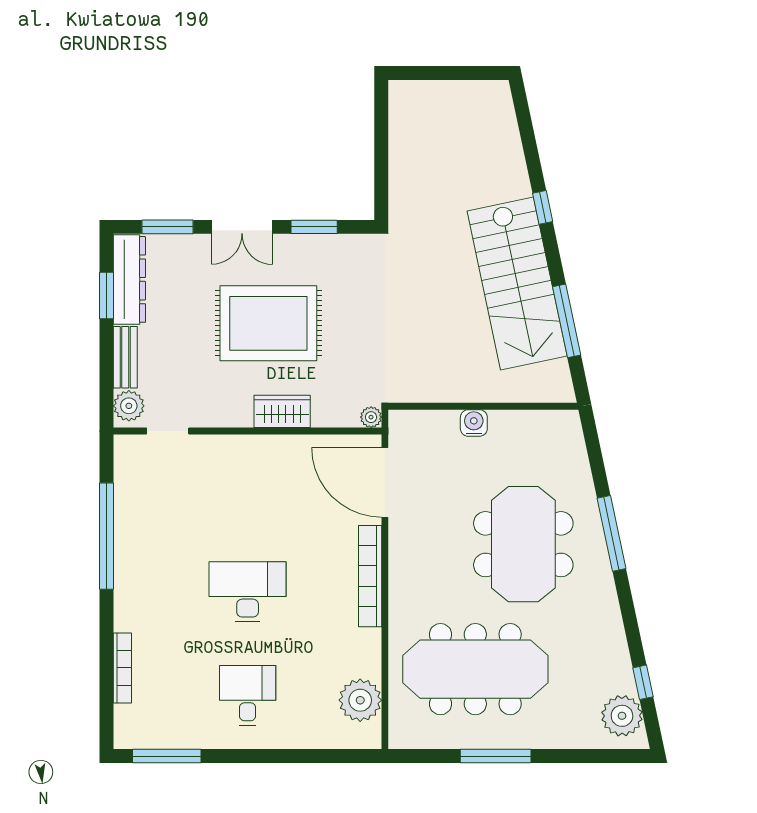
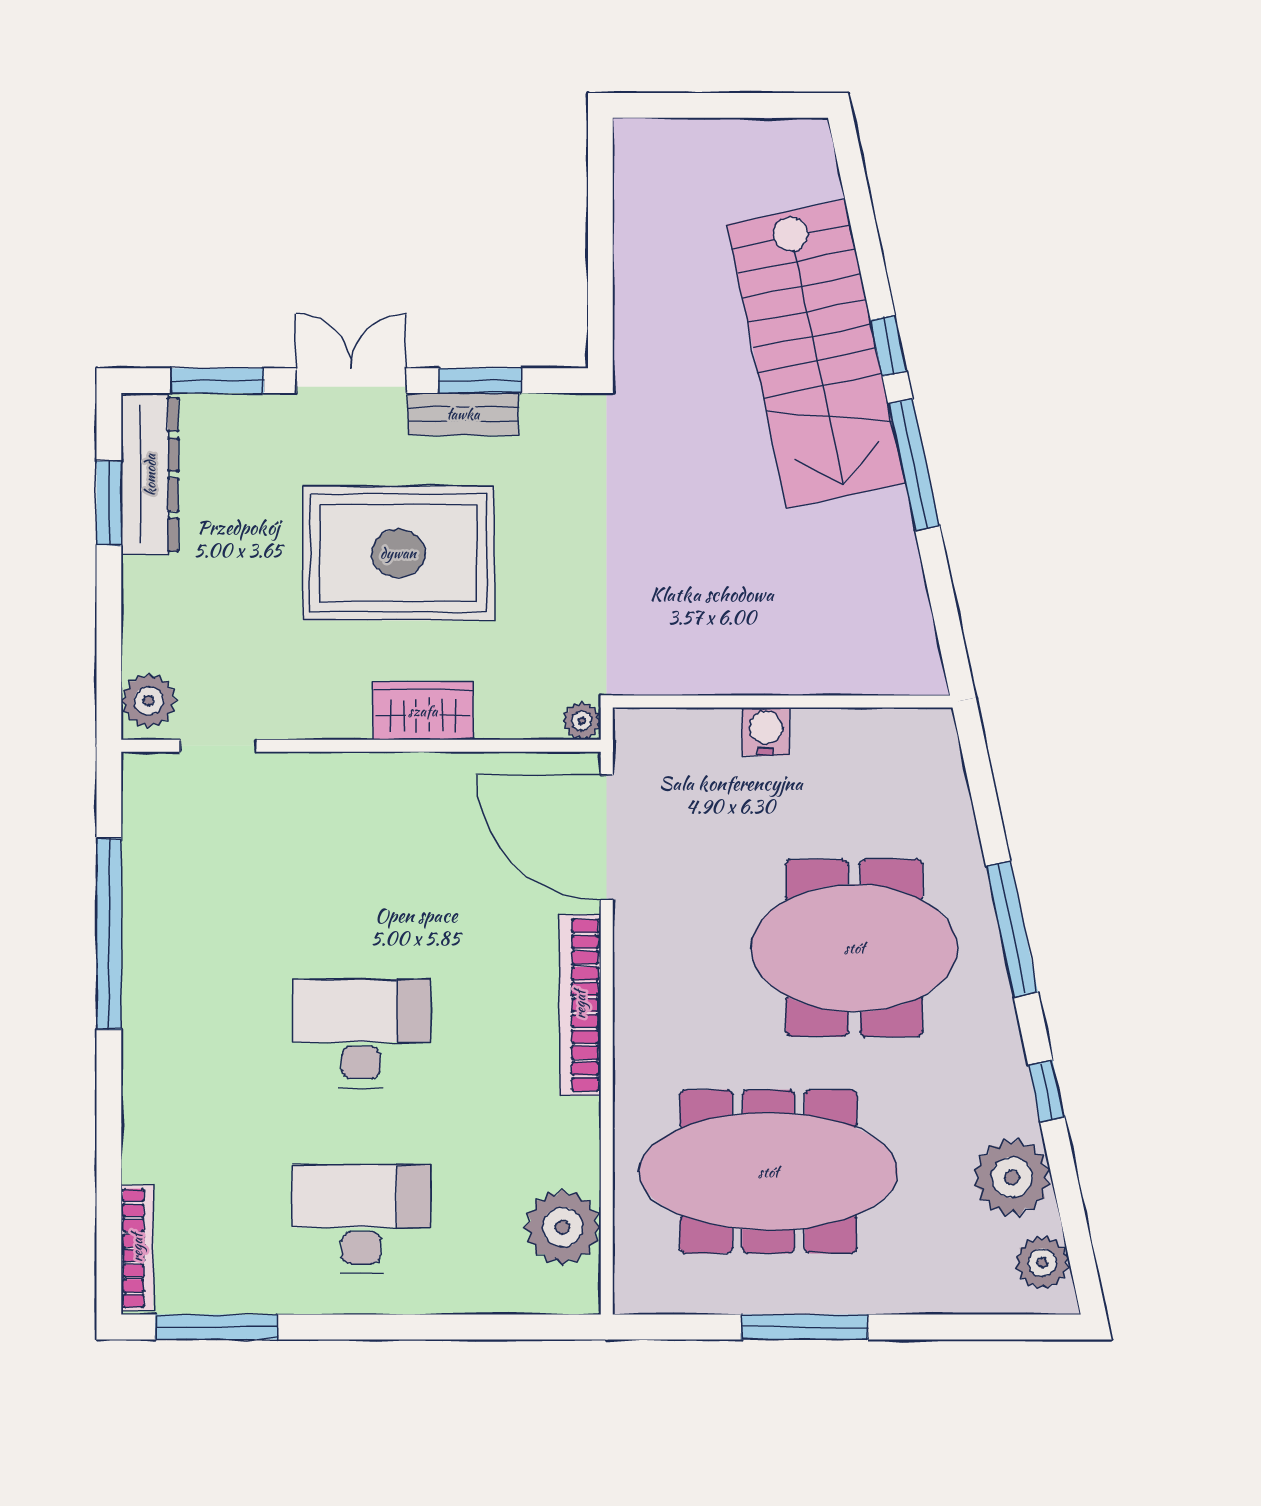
double door: (242, 227) -> (351, 381), swing flipped
stairs: (517, 284) -> (816, 354), moved
window: (567, 321) -> (914, 465), moved
bench: (125, 357) -> (463, 414), moved, turned 90
meeting table: (523, 544) -> (854, 948), turned 90
bookcase: (122, 668) -> (137, 1248), moved
plant: (611, 672) -> (1012, 1177), added
window: (643, 682) -> (1046, 1091), moved
desk: (248, 695) -> (361, 1219), width x1.37
plant: (622, 716) -> (1042, 1263), width x0.73, depth x0.73

